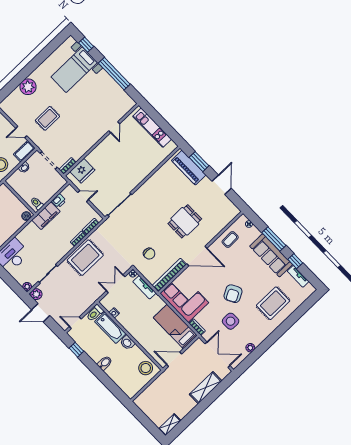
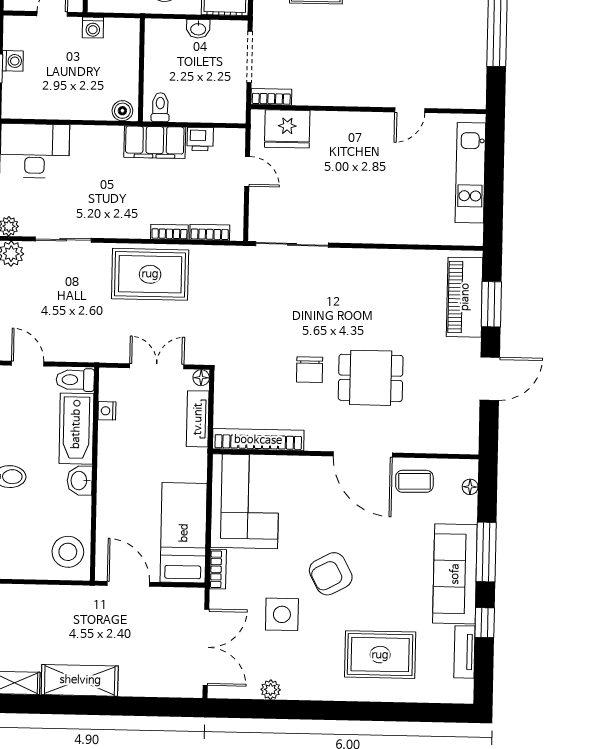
chair: (149, 254) -> (310, 370), moved
door: (197, 256) -> (363, 454), moved
shelving: (206, 388) -> (80, 680), moved

